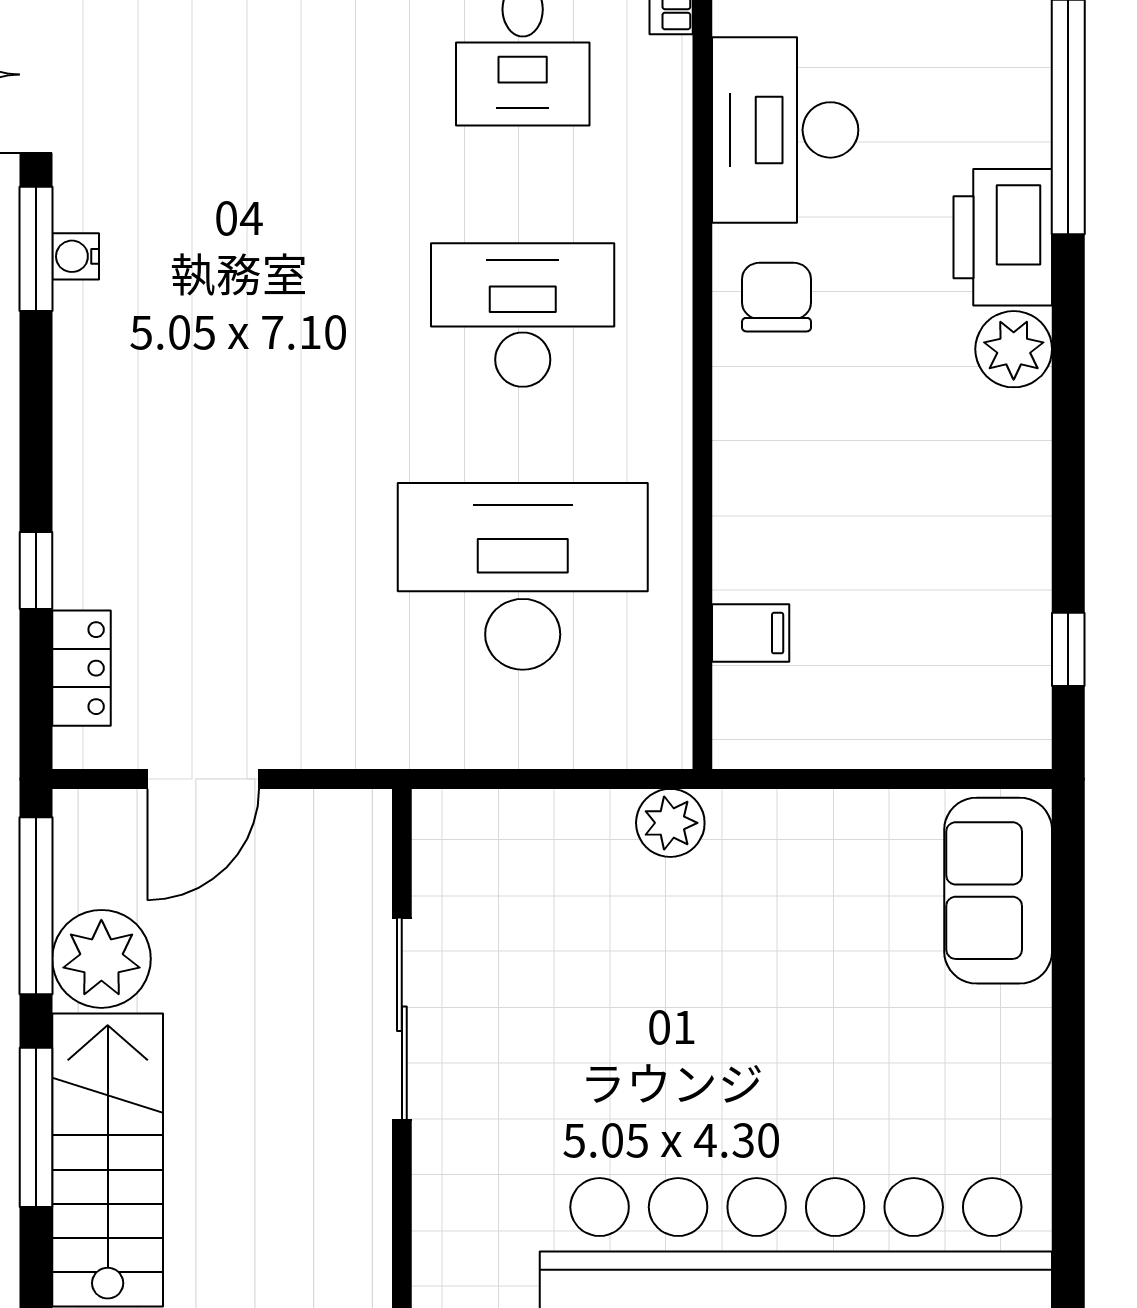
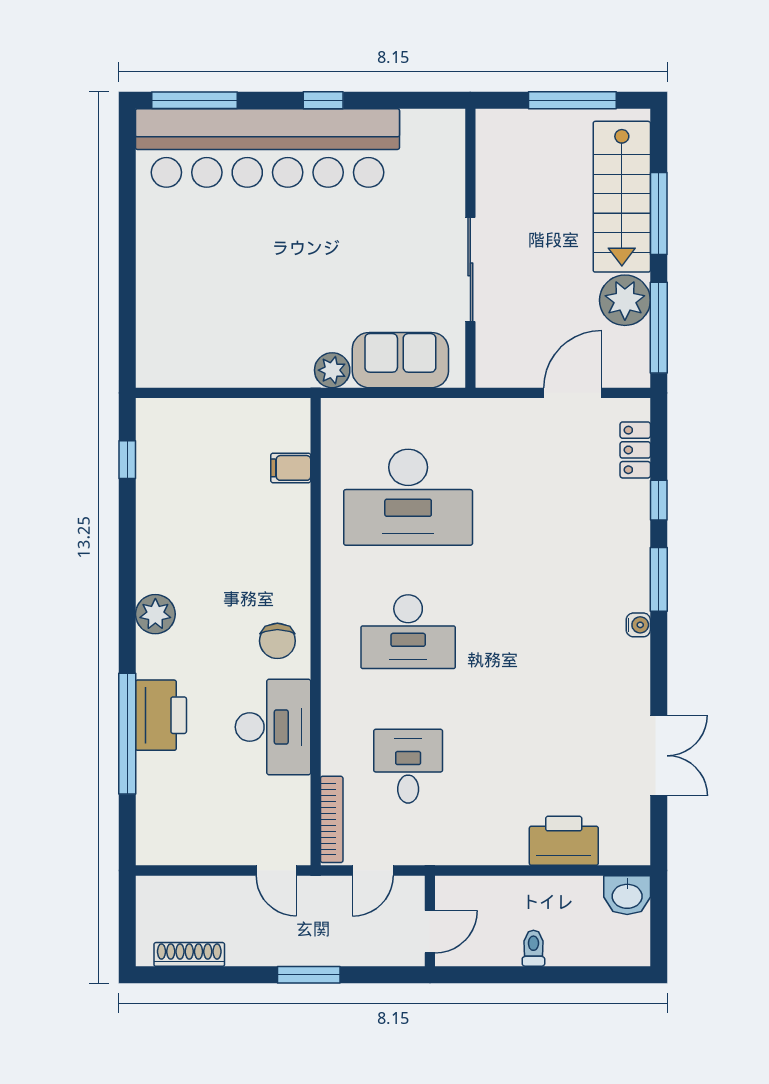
printer: (1003, 237) -> (161, 715), moved
window: (36, 249) -> (659, 579), moved
water cooler: (76, 256) -> (638, 625), moved
sofa: (998, 891) -> (400, 360), moved, turned -90

